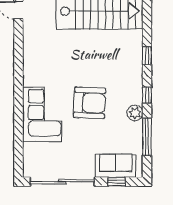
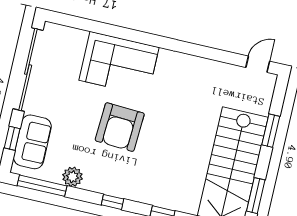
plant: (135, 113) -> (72, 177), moved
window: (147, 137) -> (42, 186), moved

